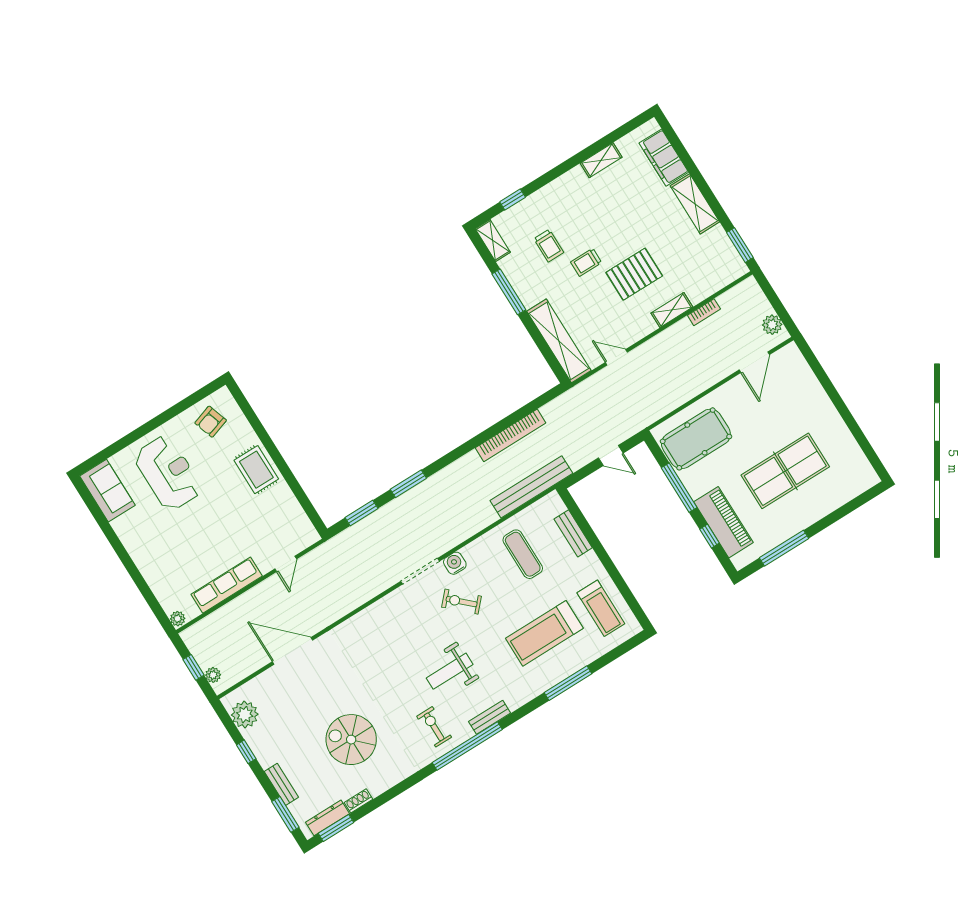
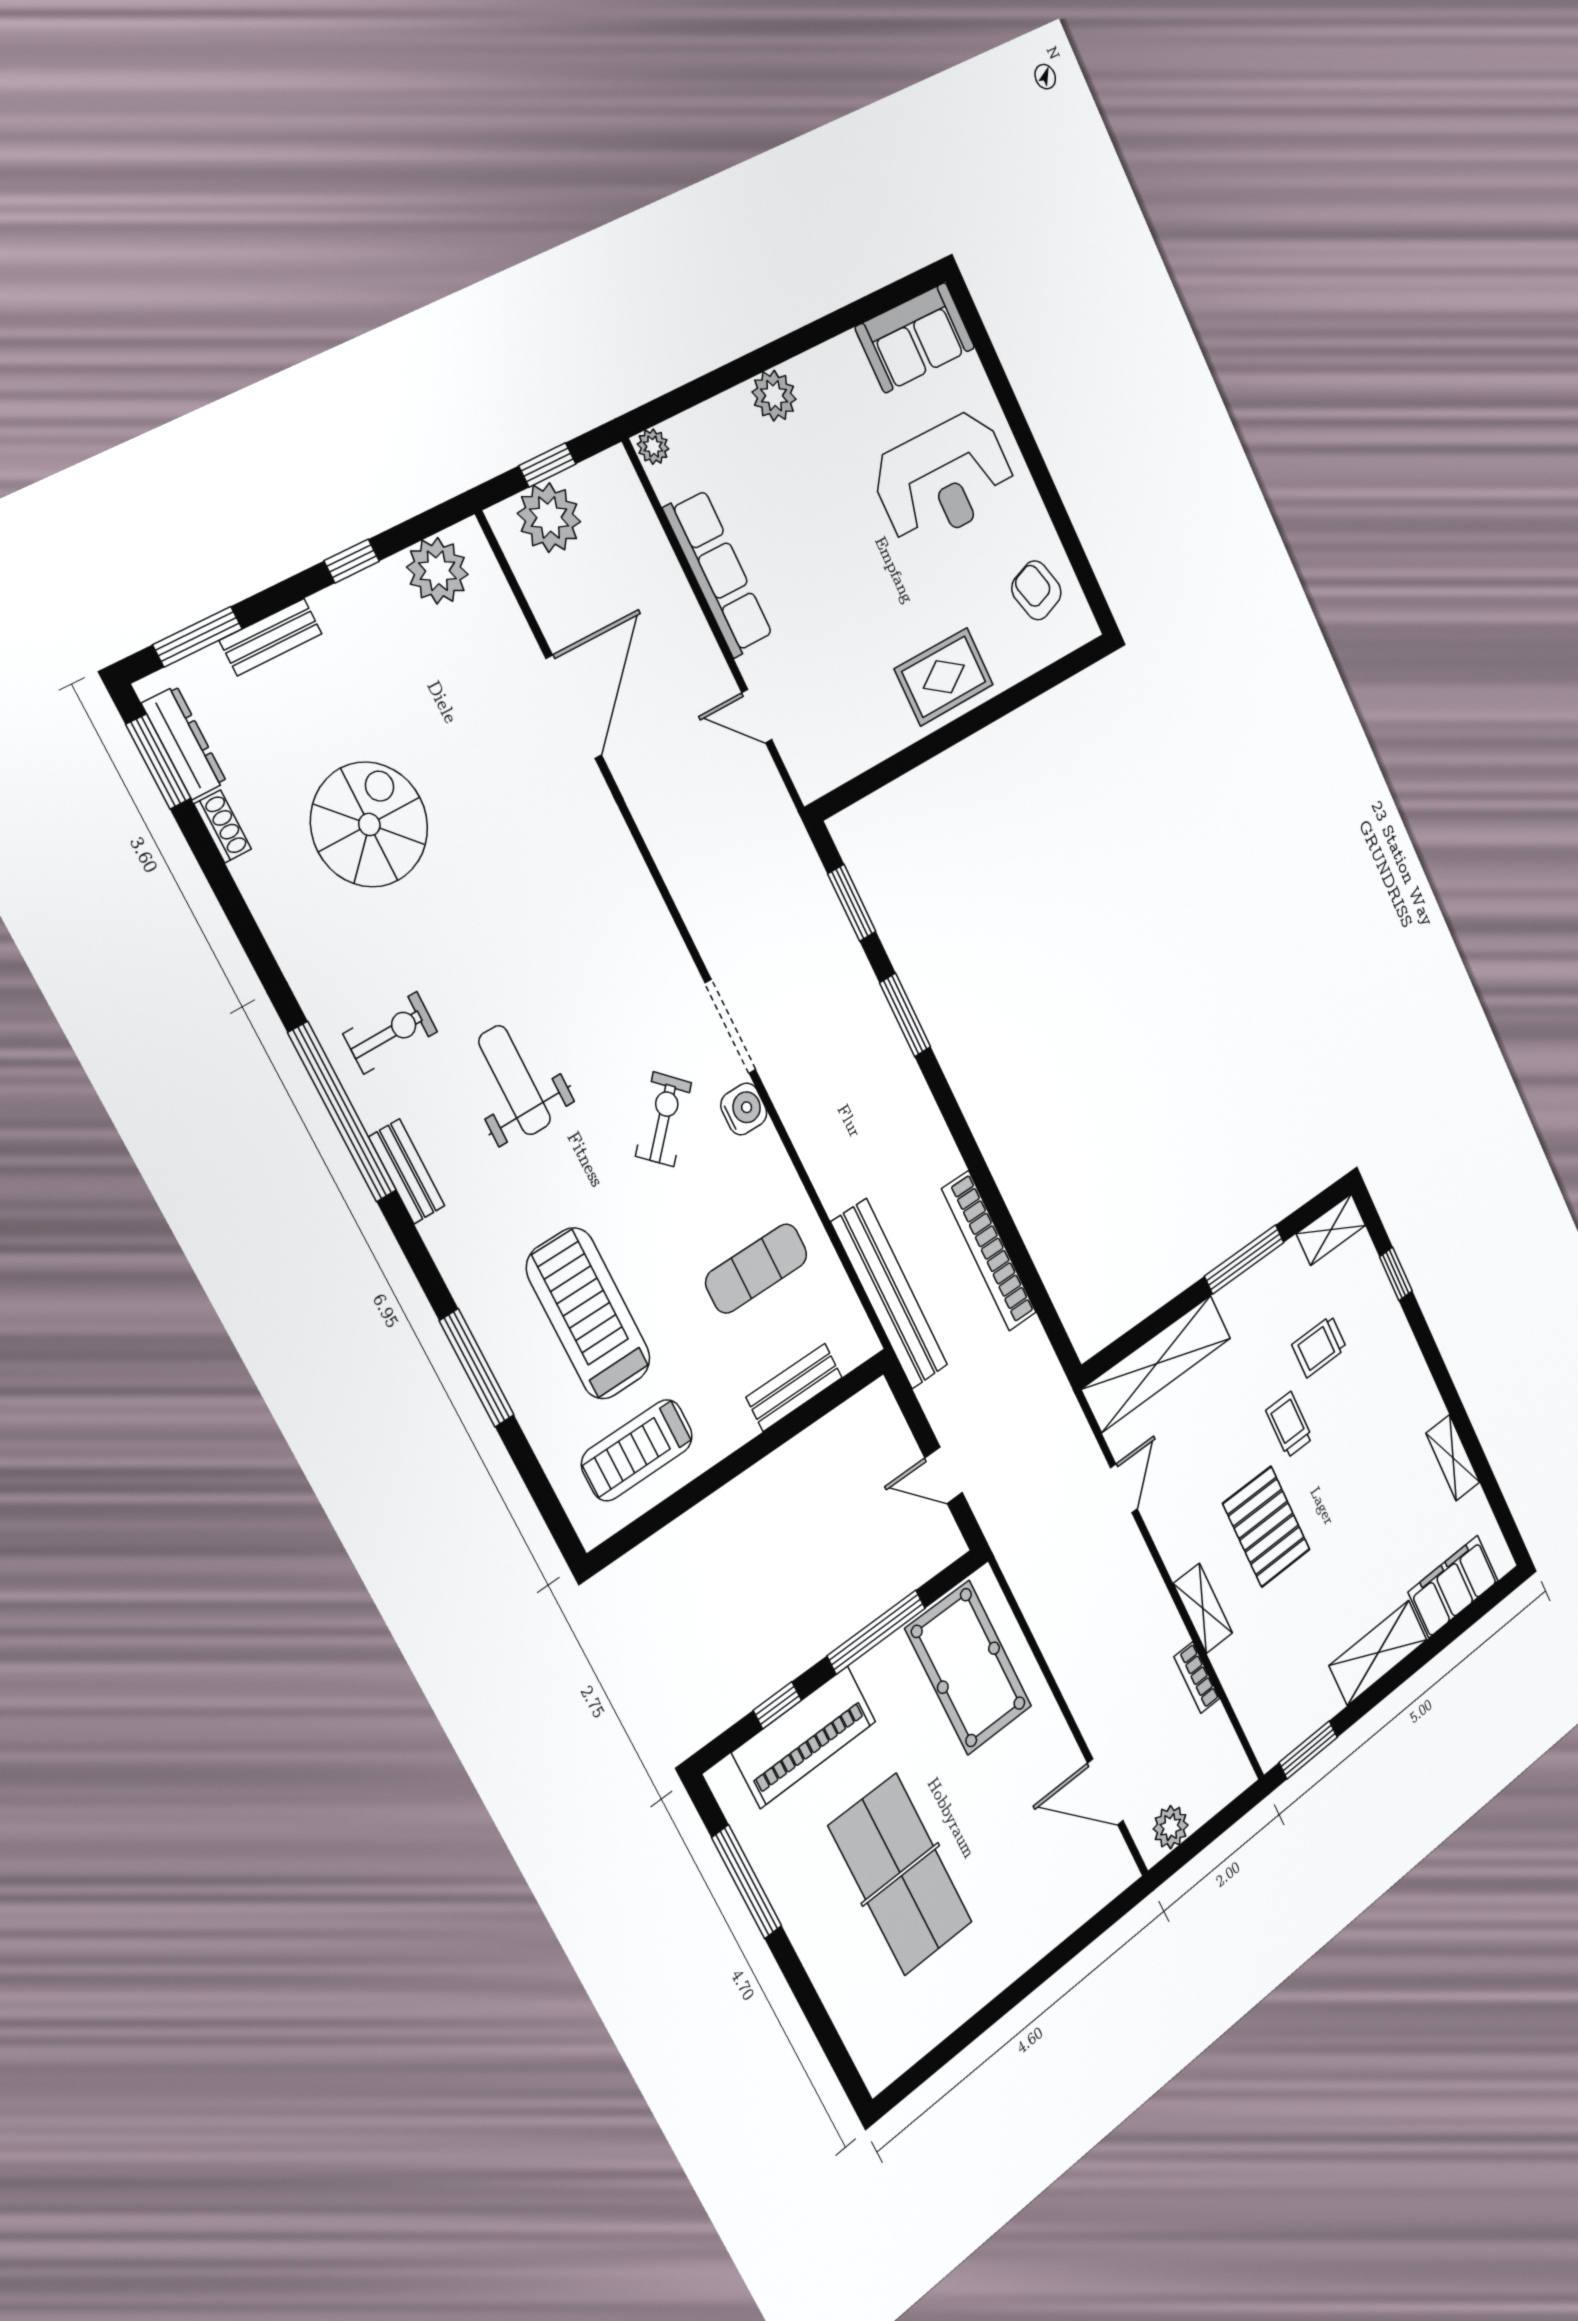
door: (611, 455) -> (944, 1475), hinge flipped
plant: (146, 561) -> (774, 396), added
plant: (213, 675) -> (549, 518), width x1.87, depth x1.87

